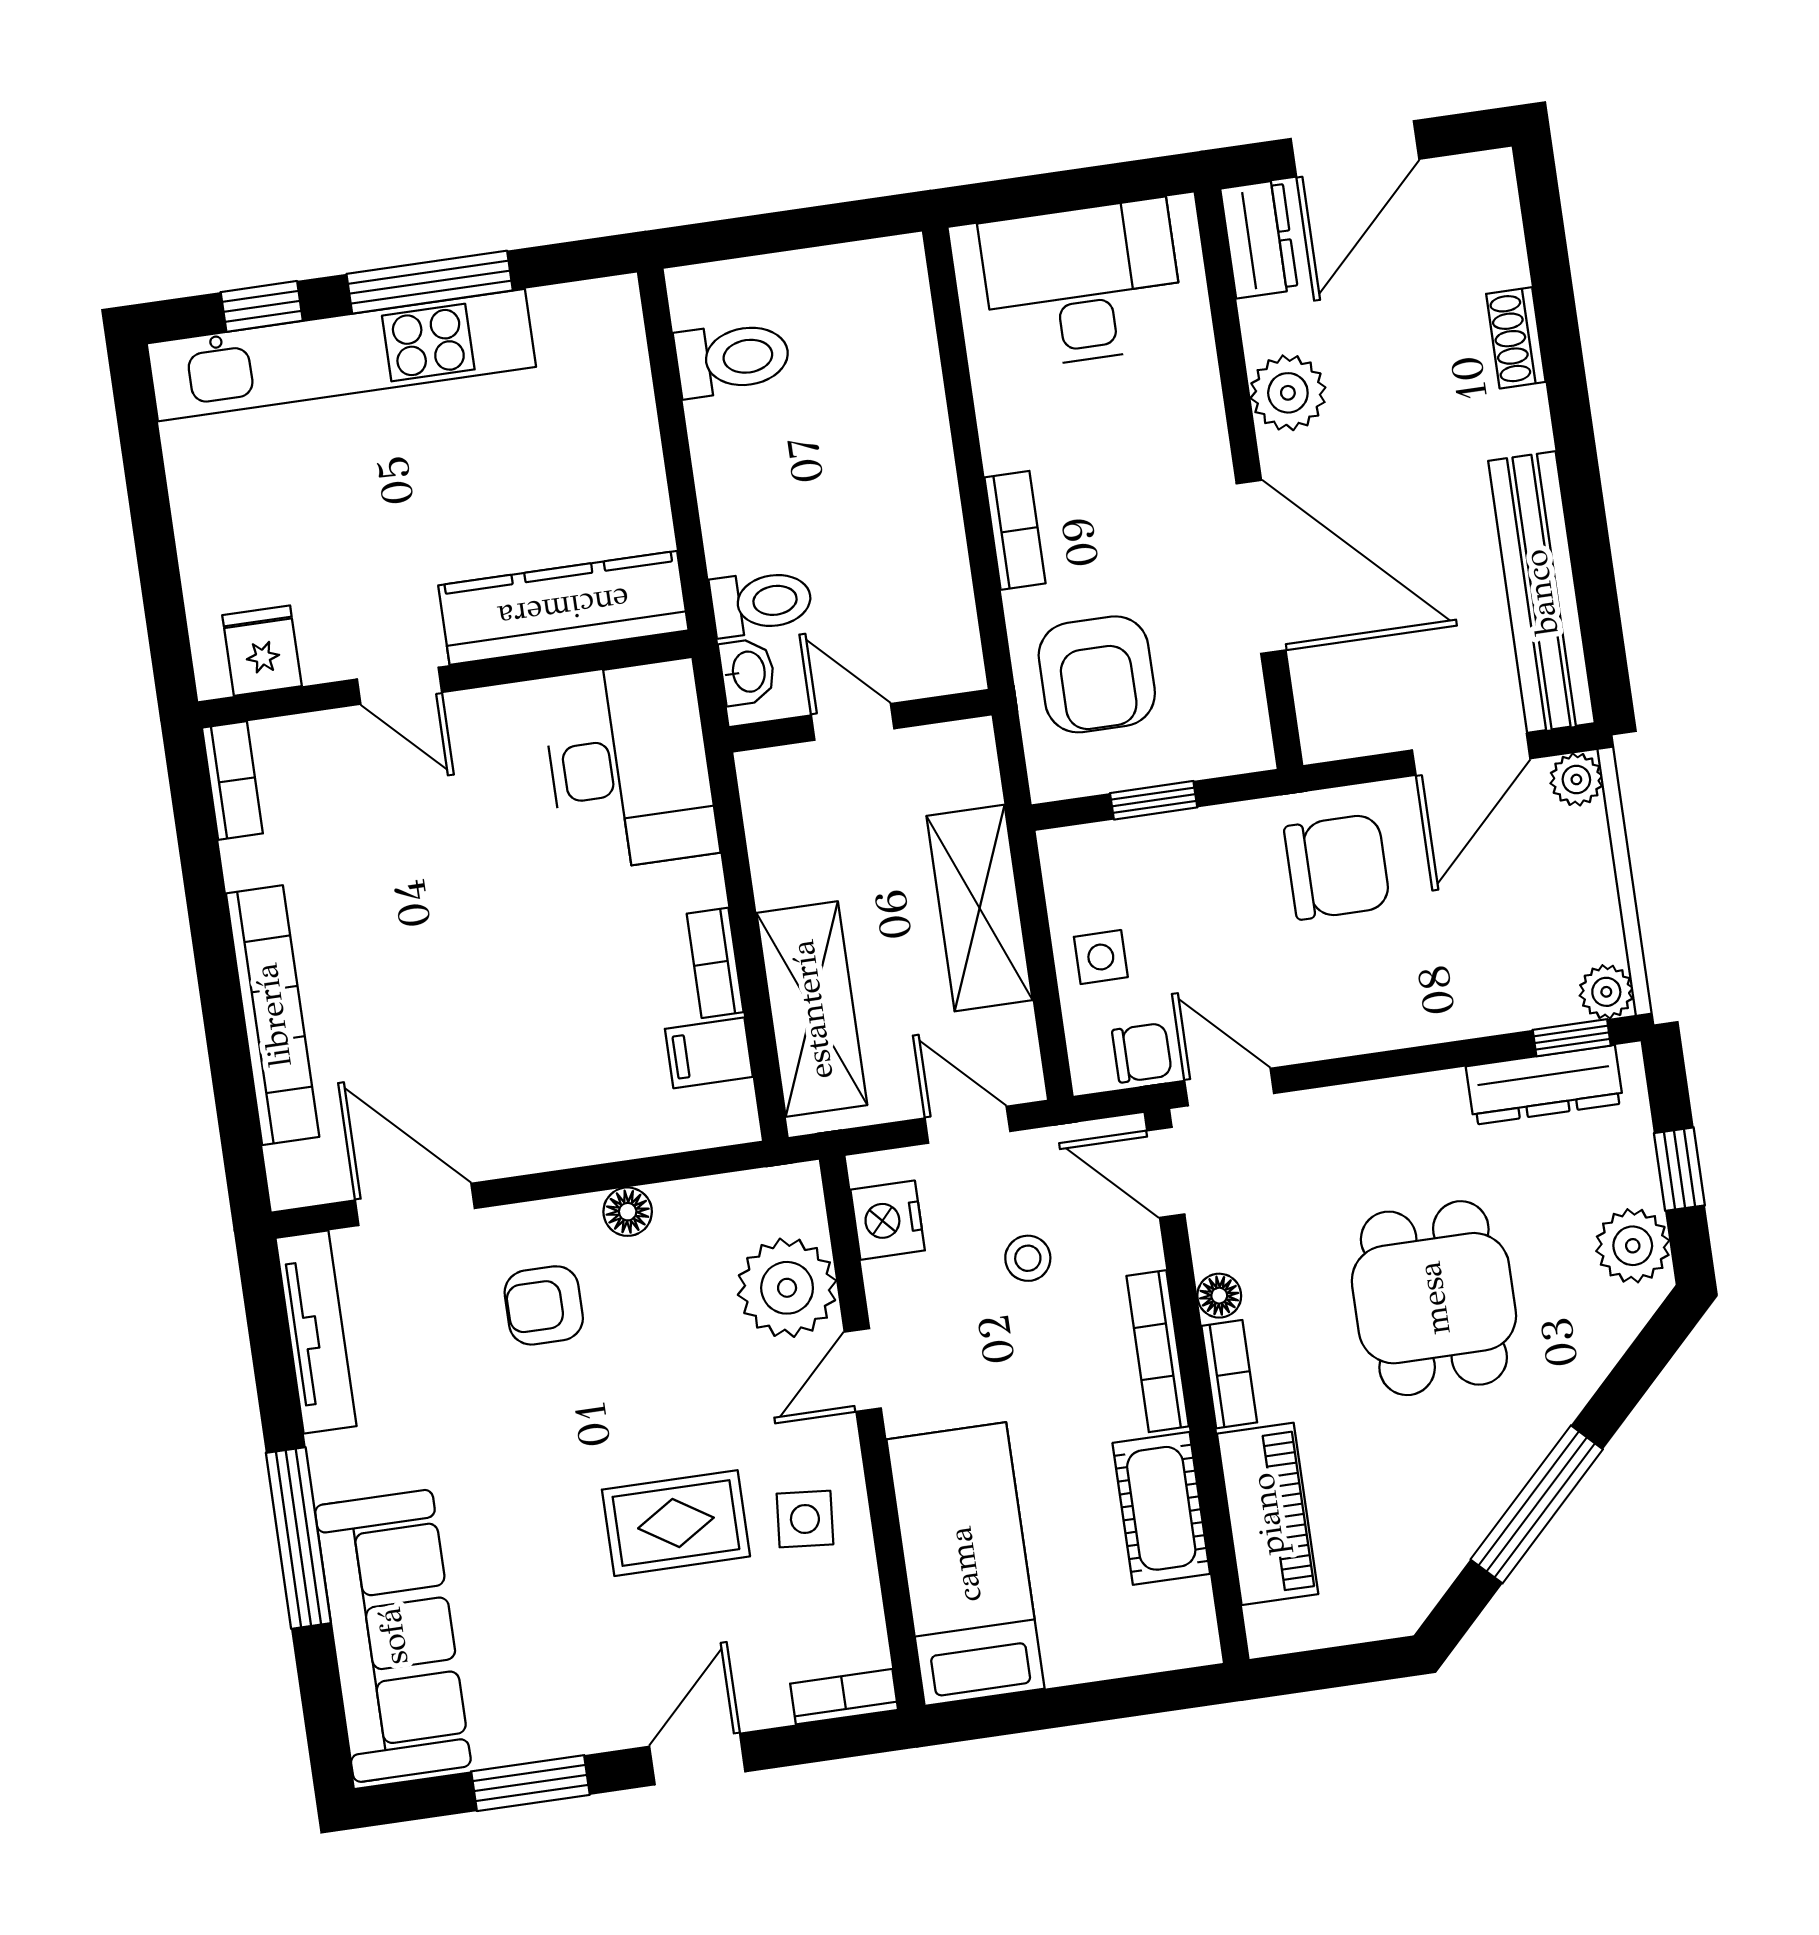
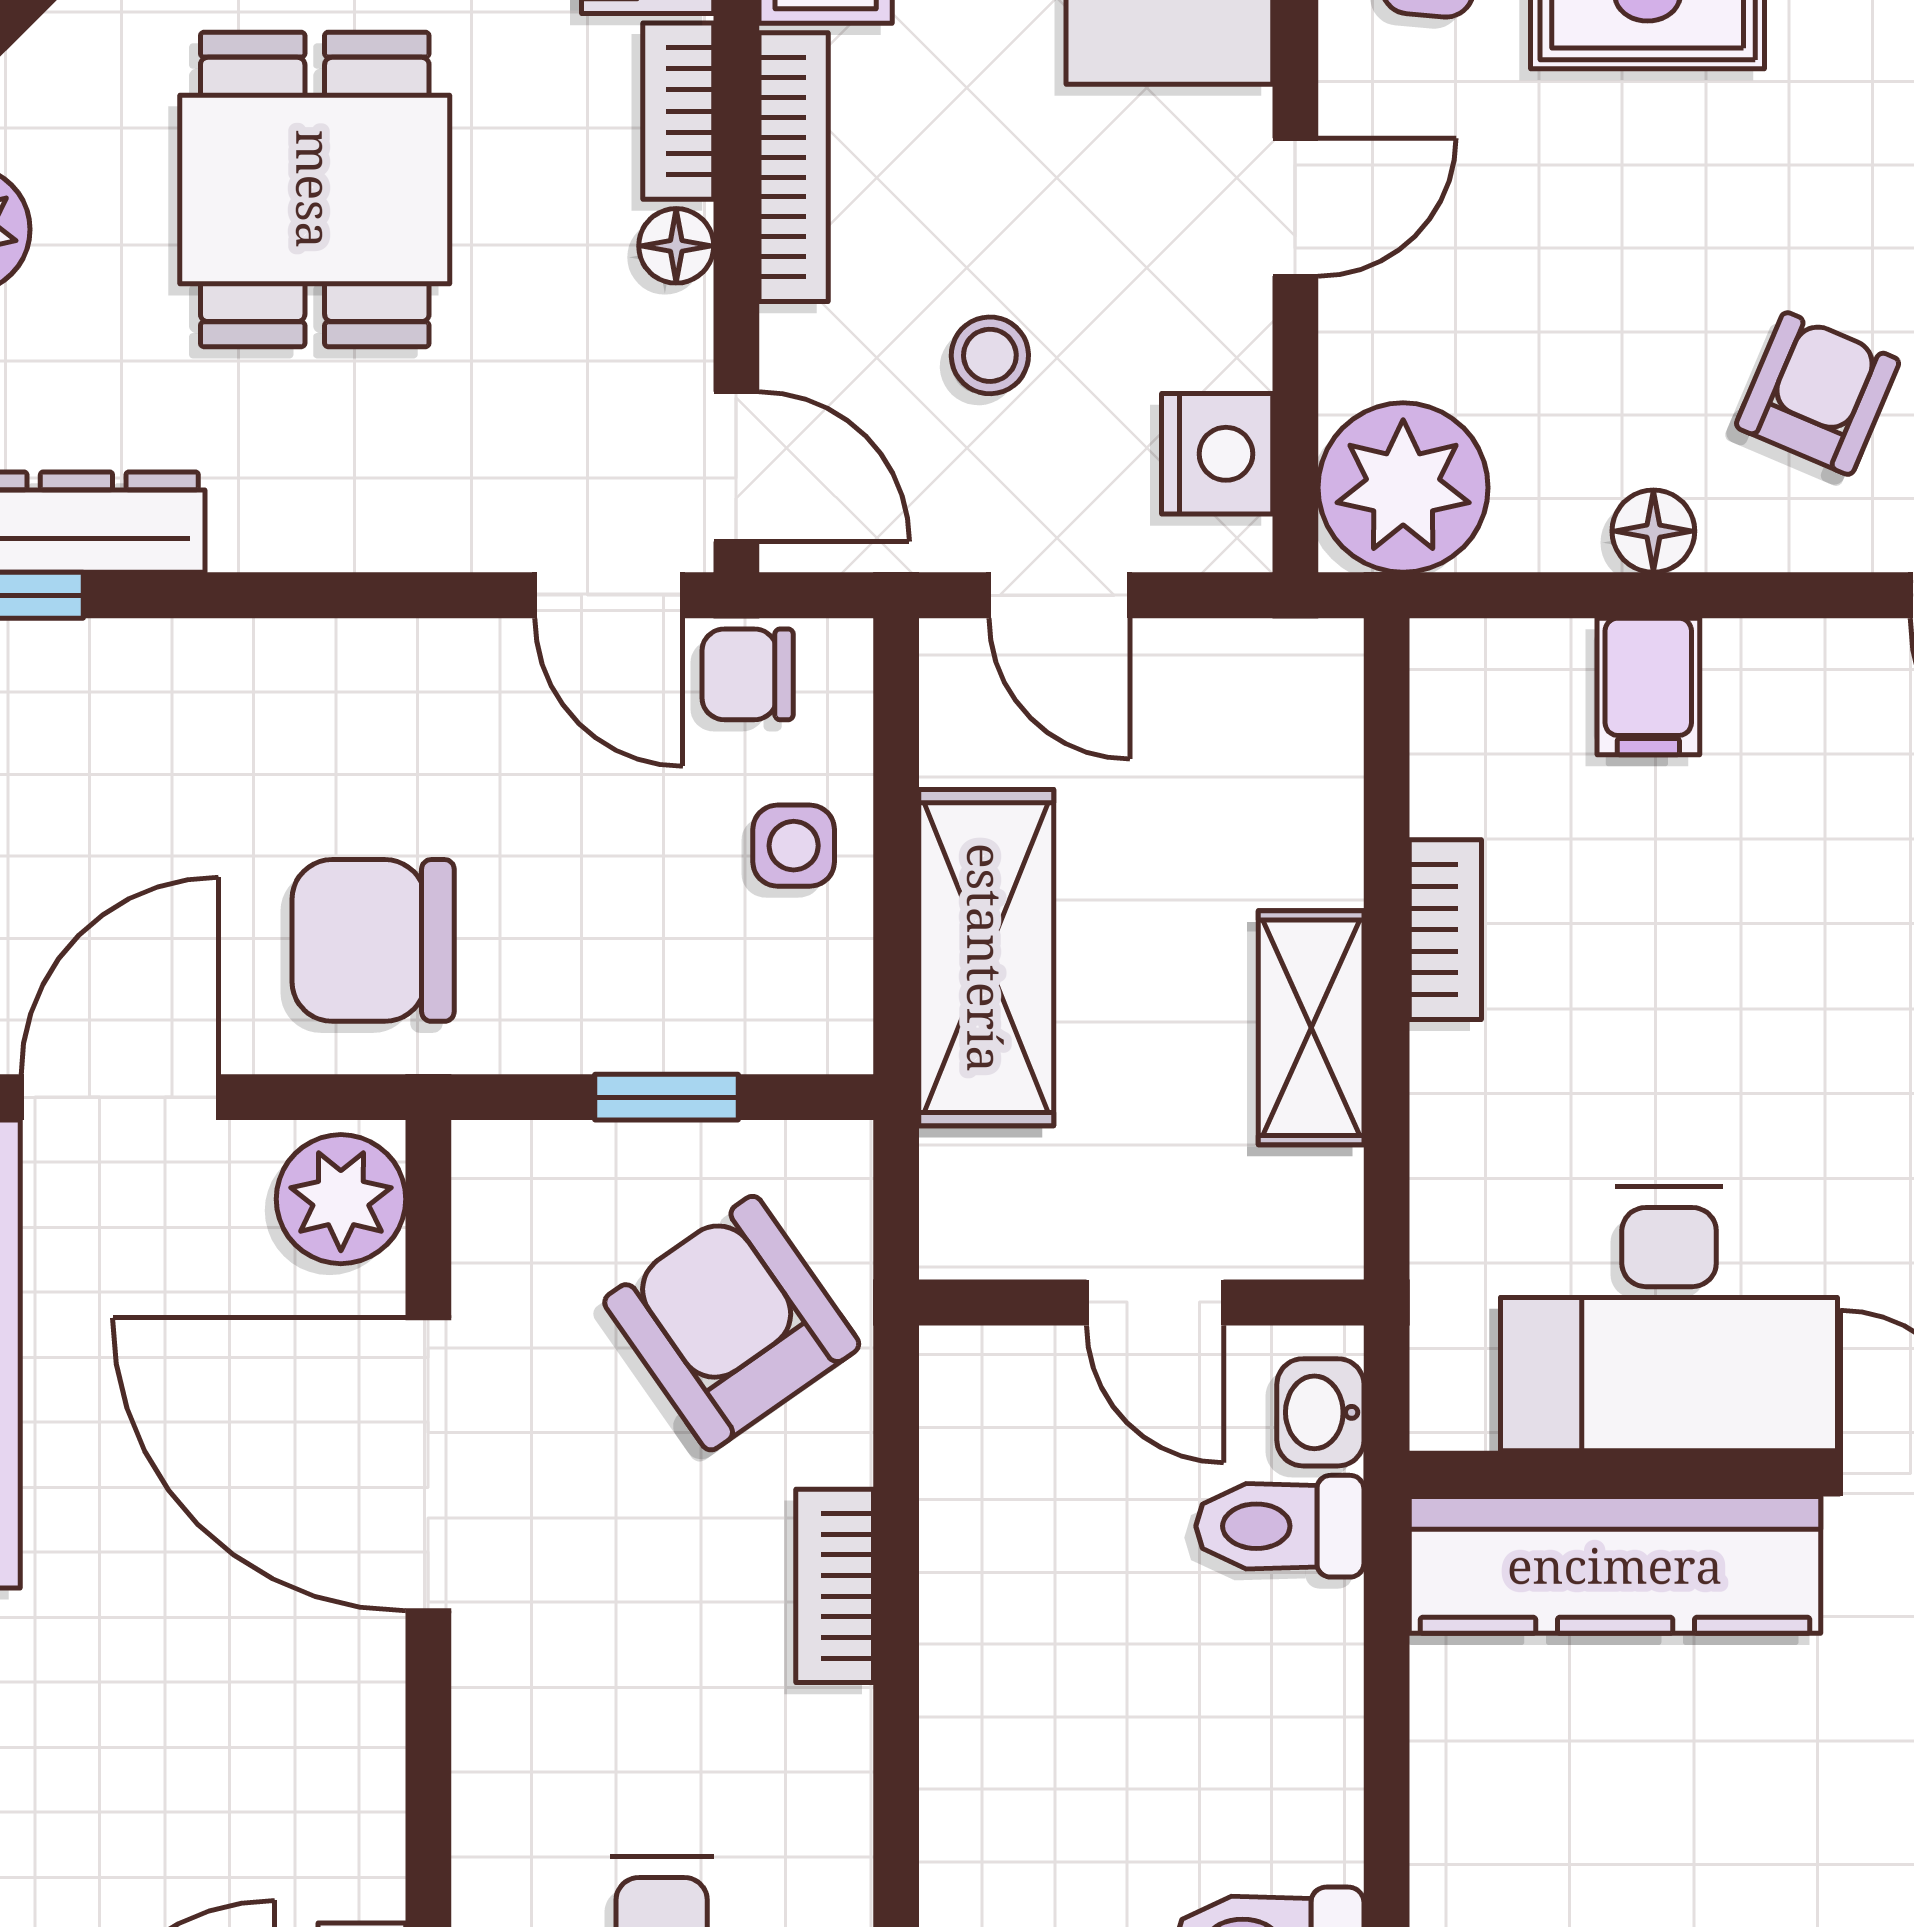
plant: (1288, 393) -> (341, 1199), moved
armchair: (1097, 674) -> (732, 1323), turned -35
desk: (630, 766) -> (1669, 1319), moved, turned -90
shelving: (812, 1009) -> (1311, 1028), moved, width x0.67, depth x0.75
filing cabinet: (709, 1053) -> (1648, 686), moved, turned 90
plant: (787, 1288) -> (1403, 488), moved
armchair: (544, 1305) -> (1818, 394), turned -67

